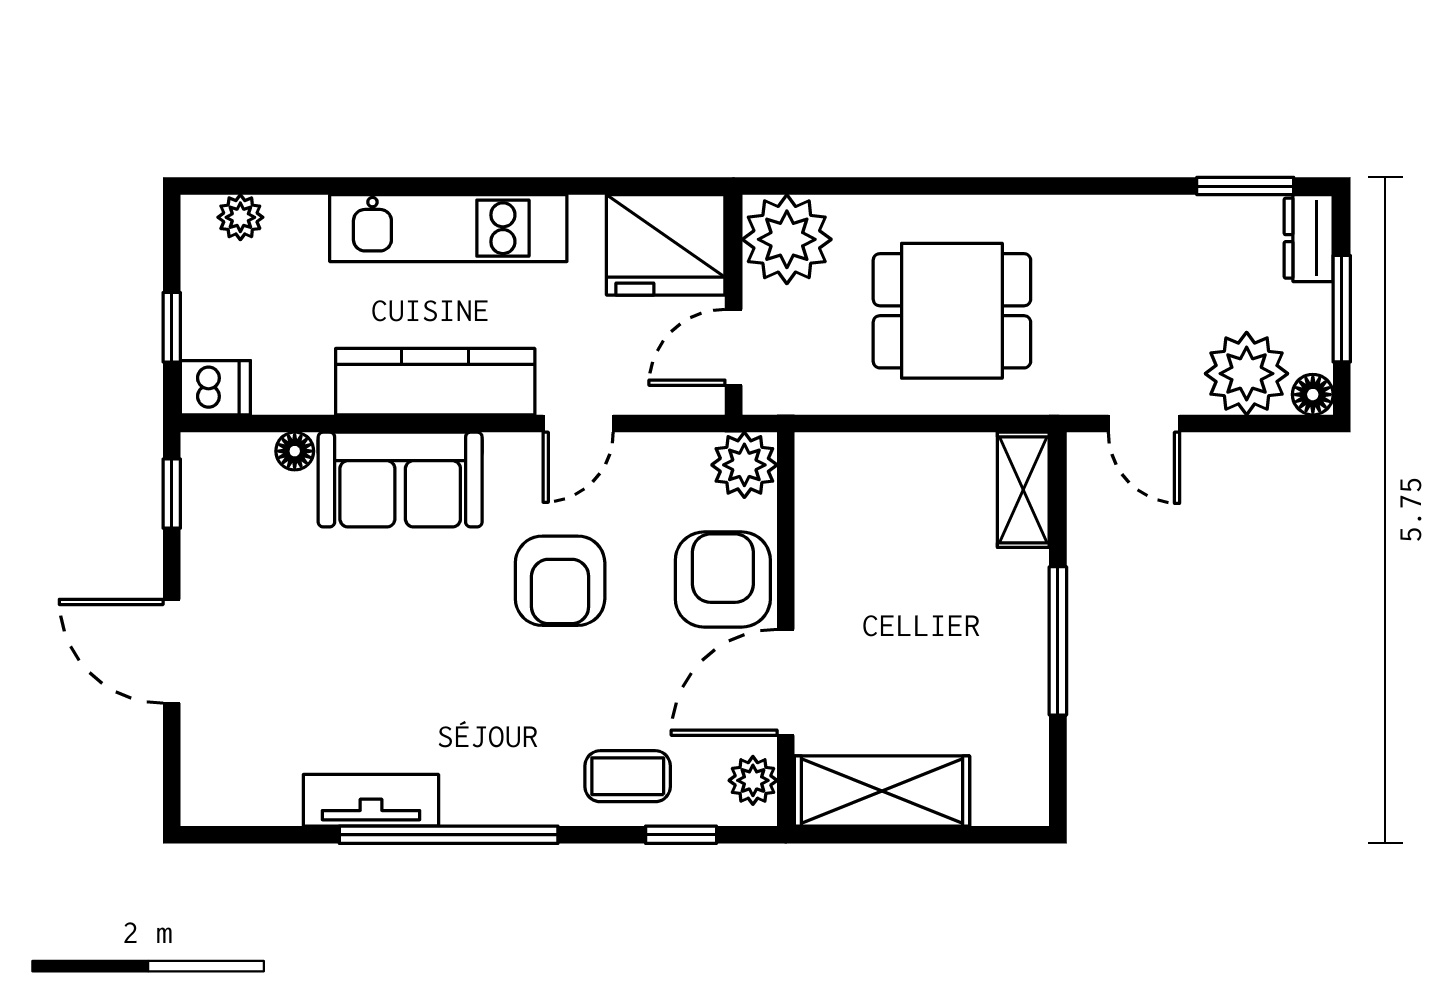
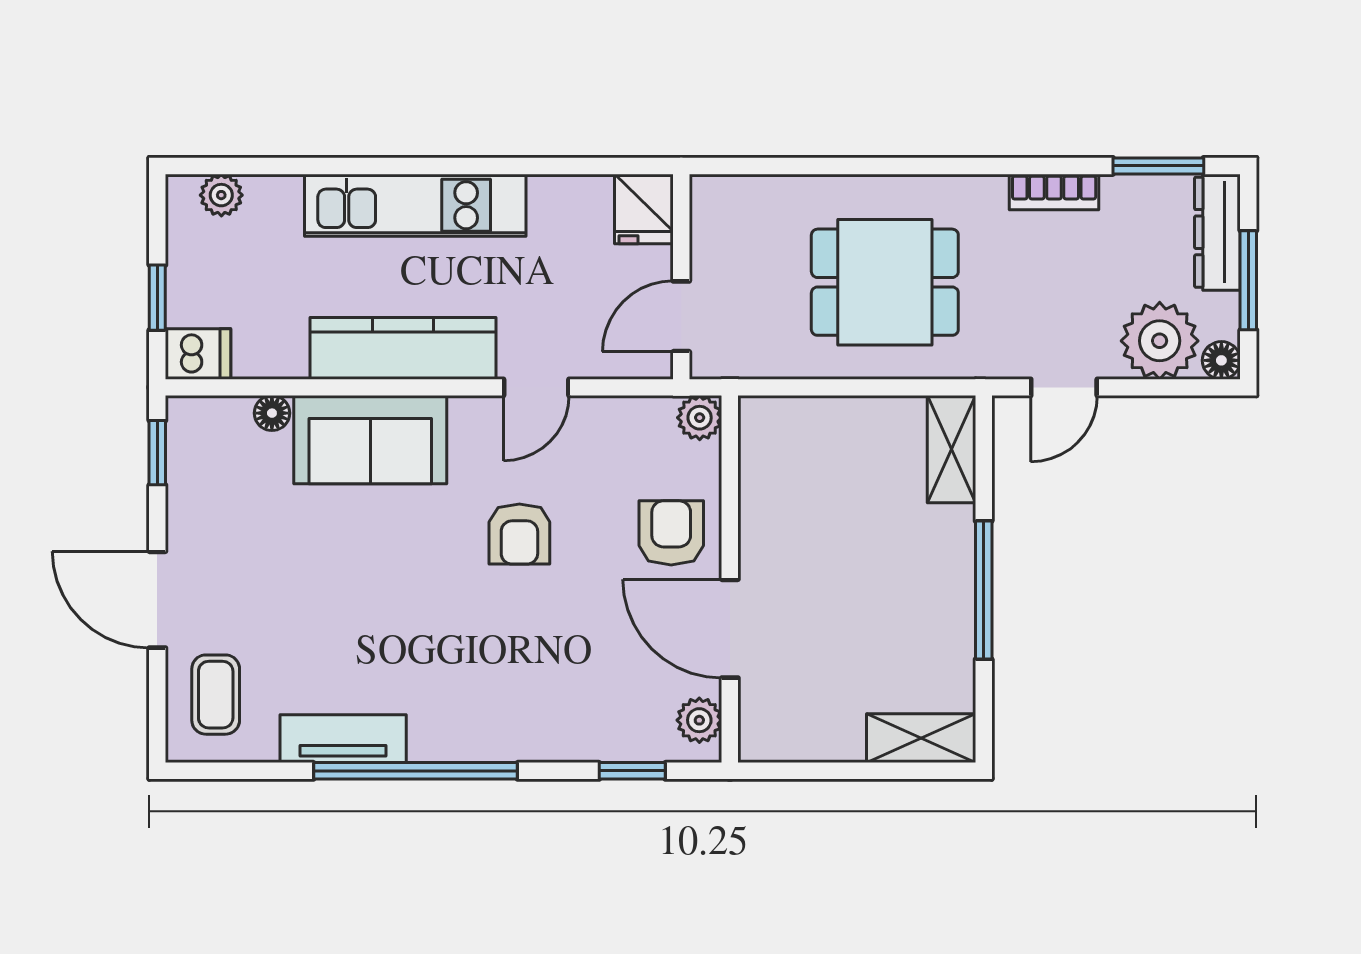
bookcase: (1133, 214) -> (1054, 192), added
dresser: (1309, 238) -> (1217, 232), width x1.44
plant: (787, 239) -> (731, 216), removed
fridge: (666, 245) -> (644, 209), width x0.53, depth x0.75
door: (1144, 424) -> (1064, 387), hinge flipped
plant: (744, 465) -> (700, 418), width x0.73, depth x0.73
armchair: (723, 580) -> (671, 533), width x0.72, depth x0.72
armchair: (560, 581) -> (519, 534), width x0.72, depth x0.72
door: (786, 682) -> (730, 629), hinge flipped
coffee table: (628, 776) -> (216, 695), moved, turned 90
shelving: (882, 791) -> (921, 738), moved, width x0.67, depth x0.75

